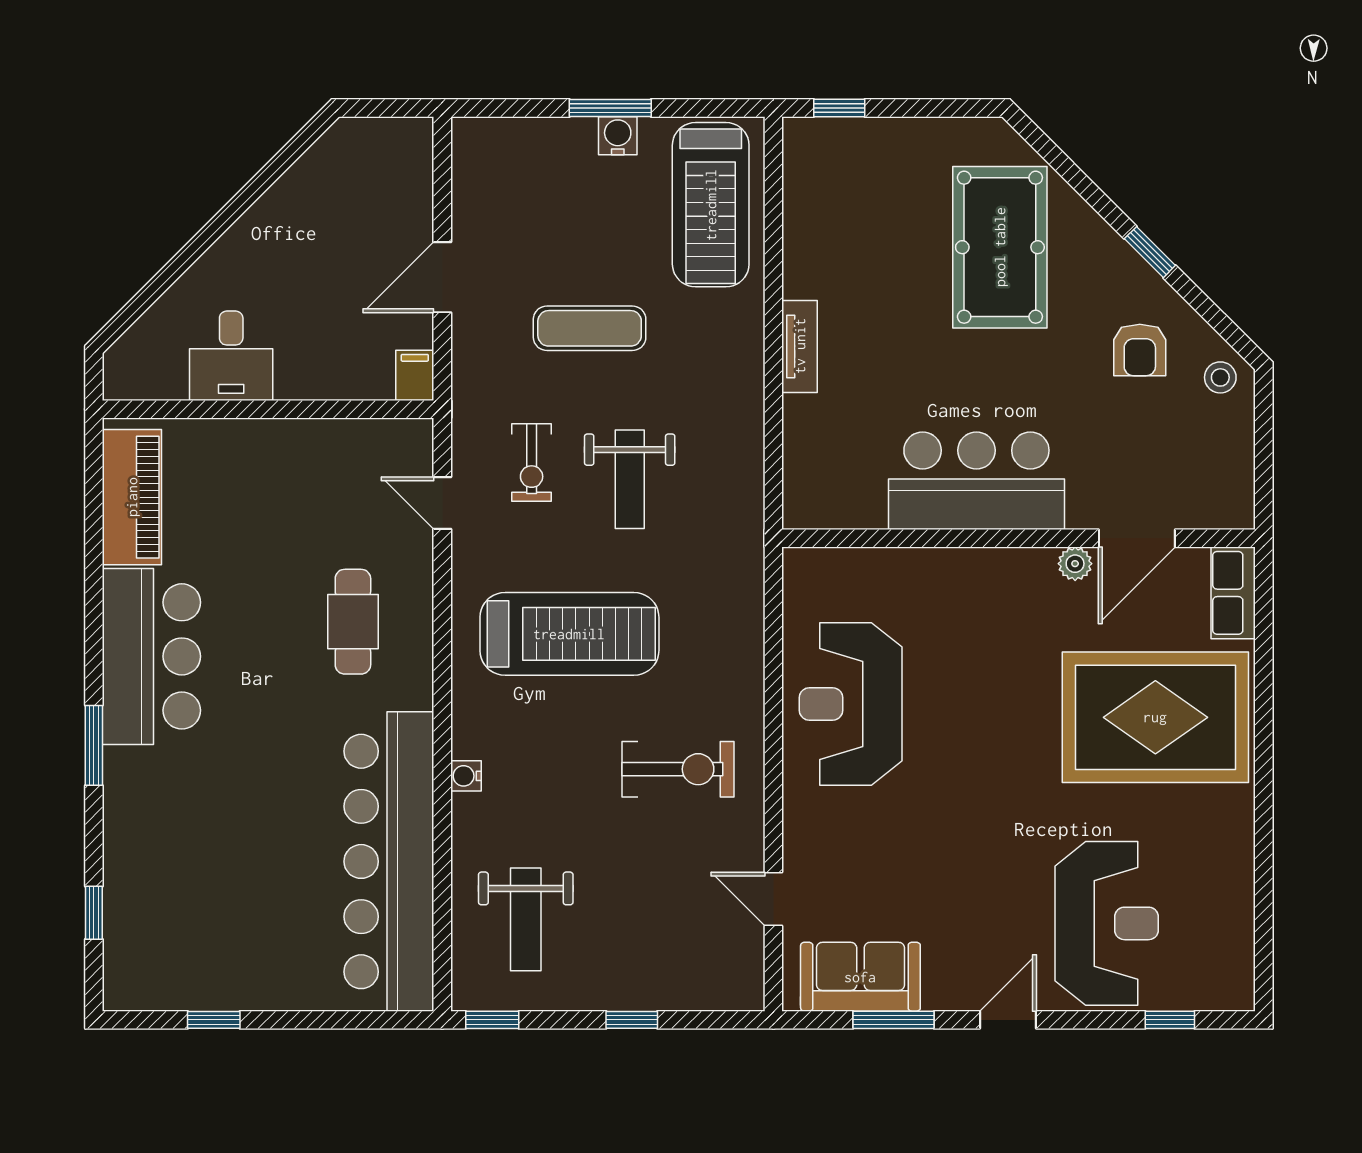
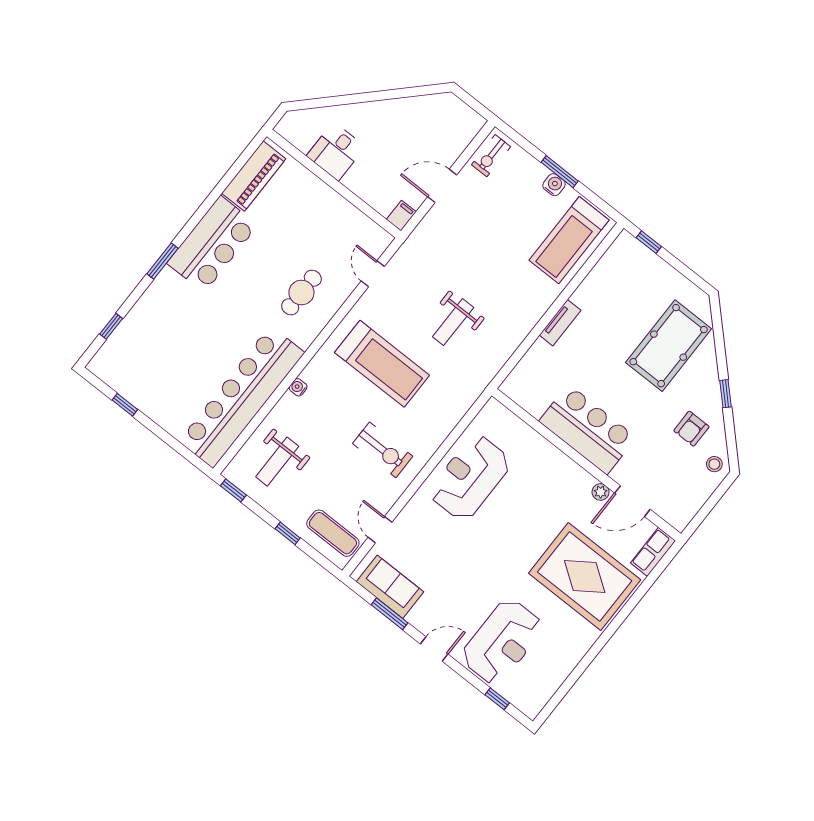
exercise mat: (590, 328) -> (333, 533), moved
exercise bike: (532, 463) -> (491, 156), moved

